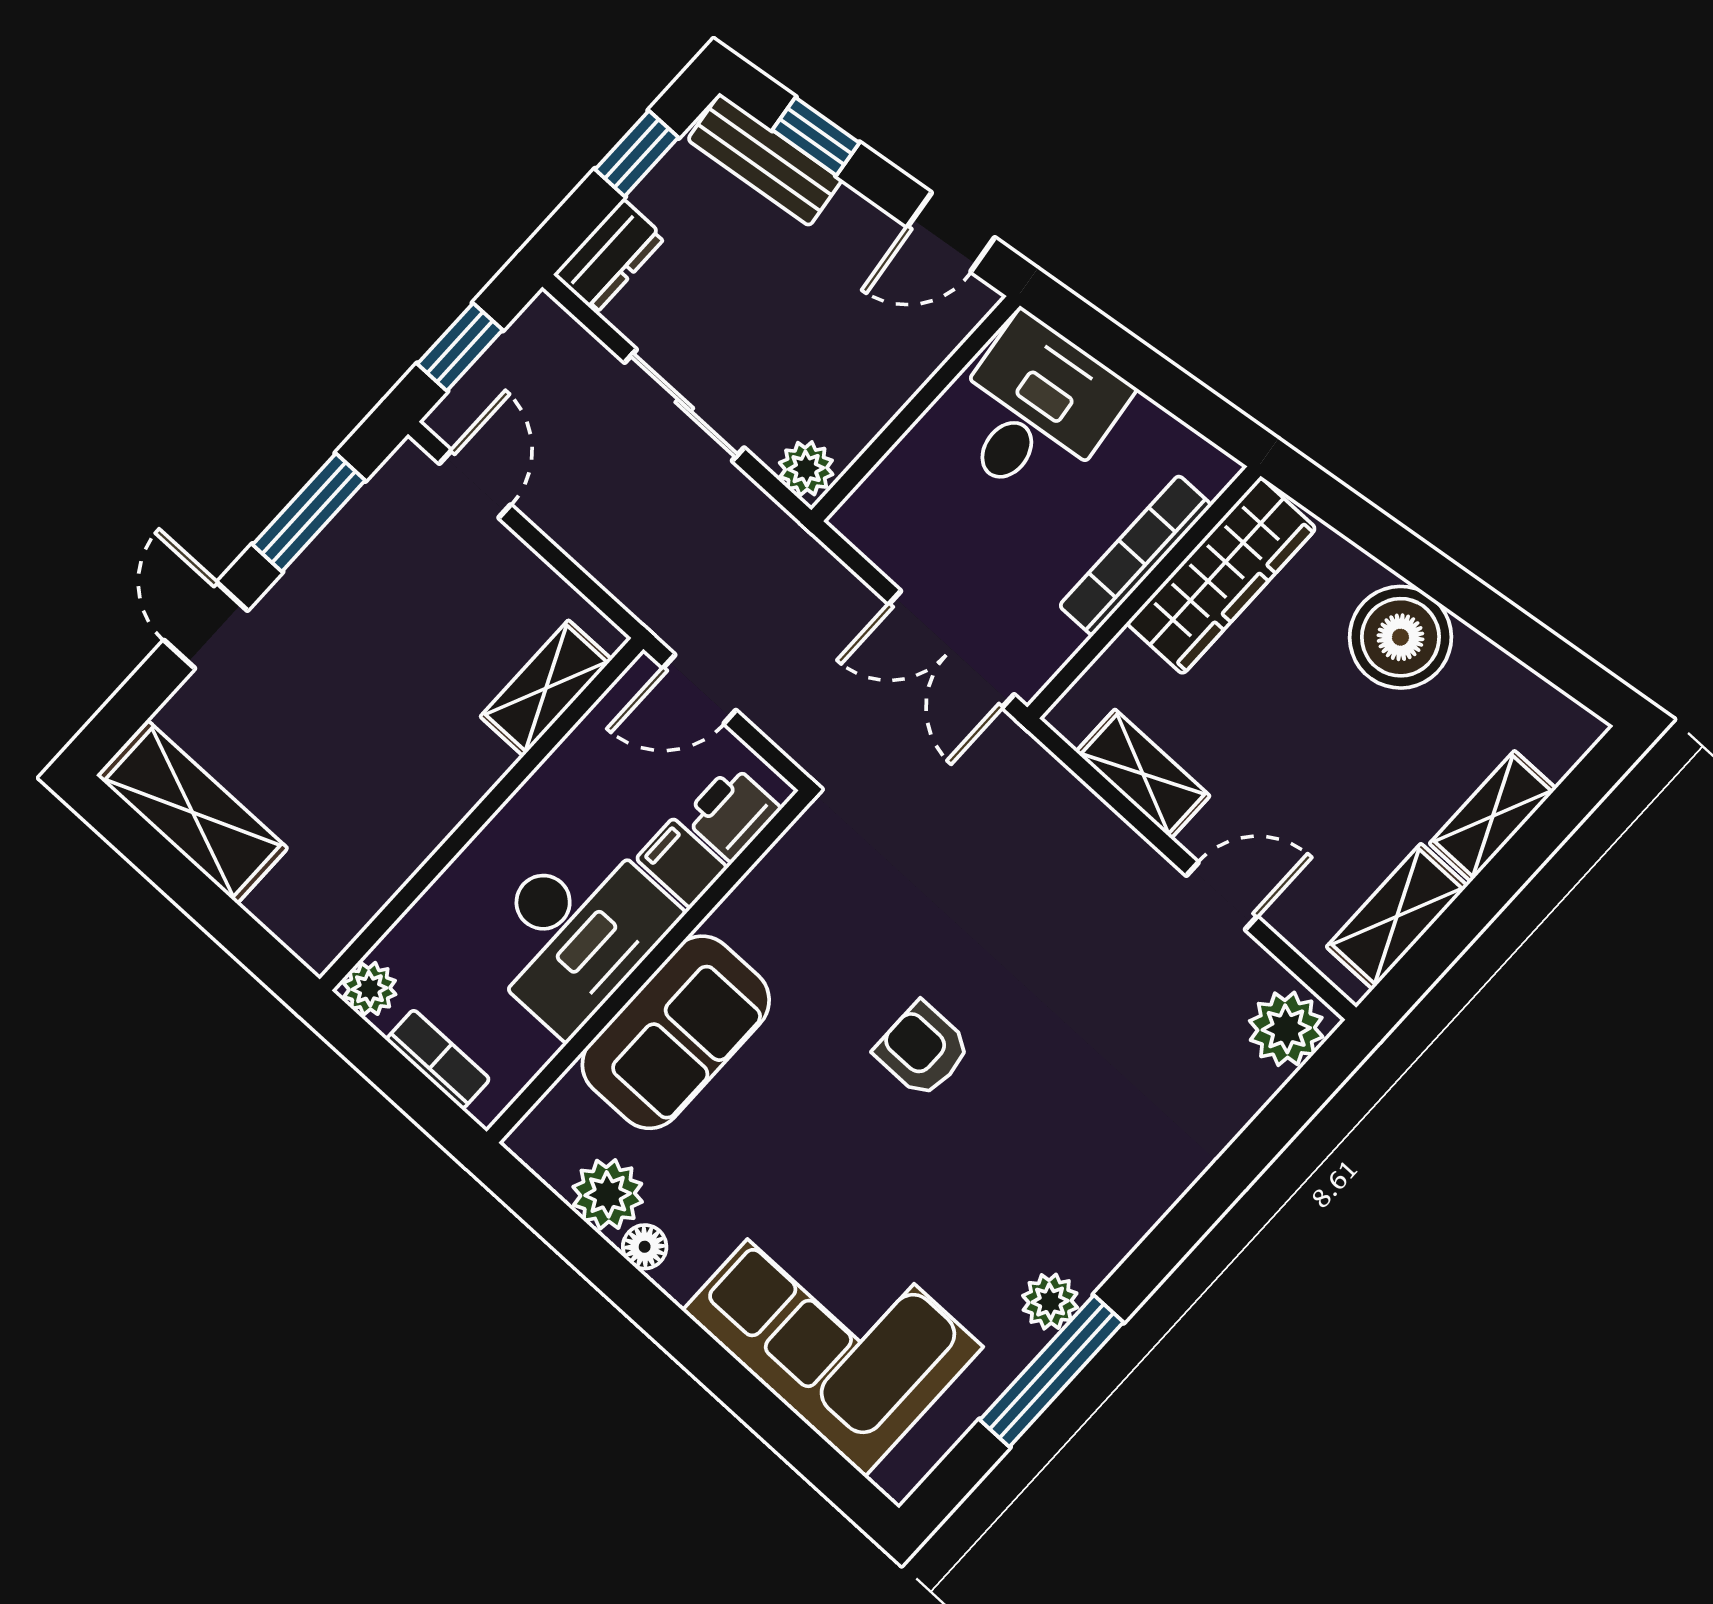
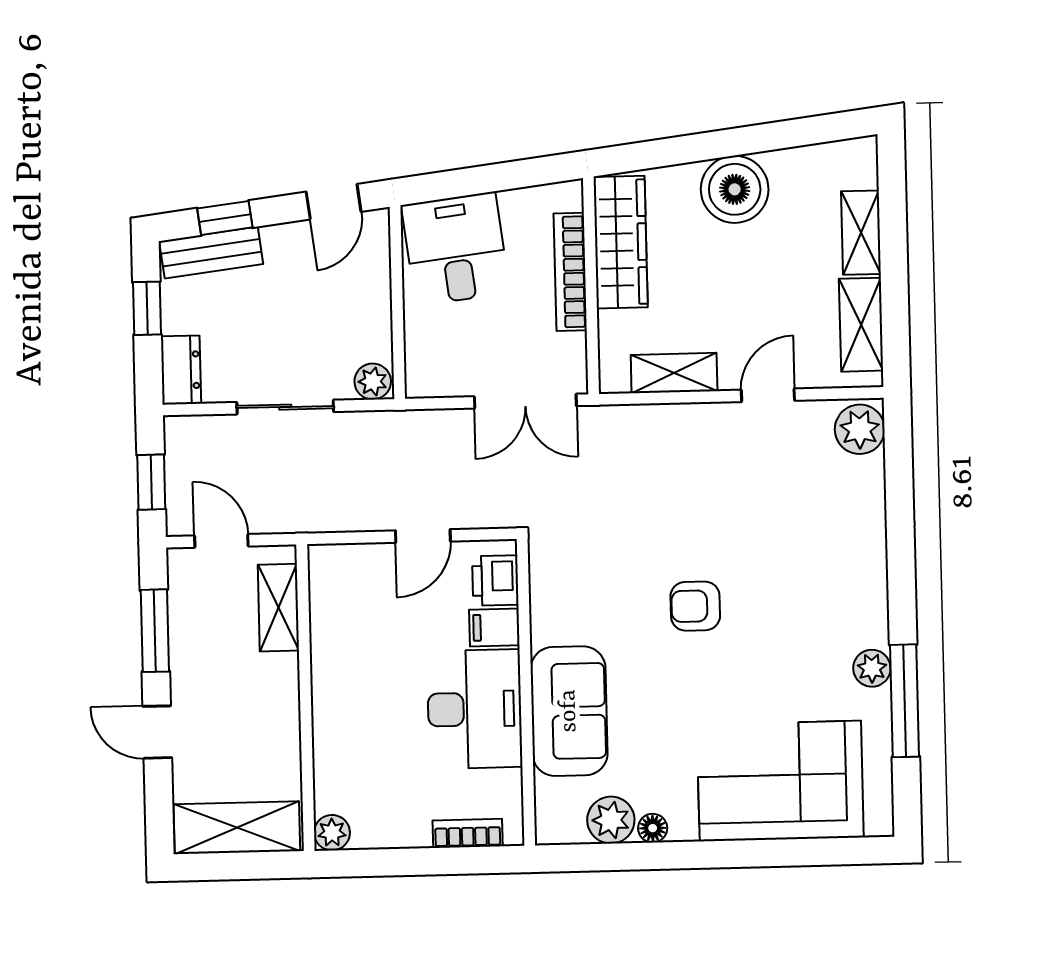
shelving: (546, 688) -> (278, 608), moved
wall: (482, 814) -> (306, 698), moved
plant: (370, 989) -> (332, 833), moved

